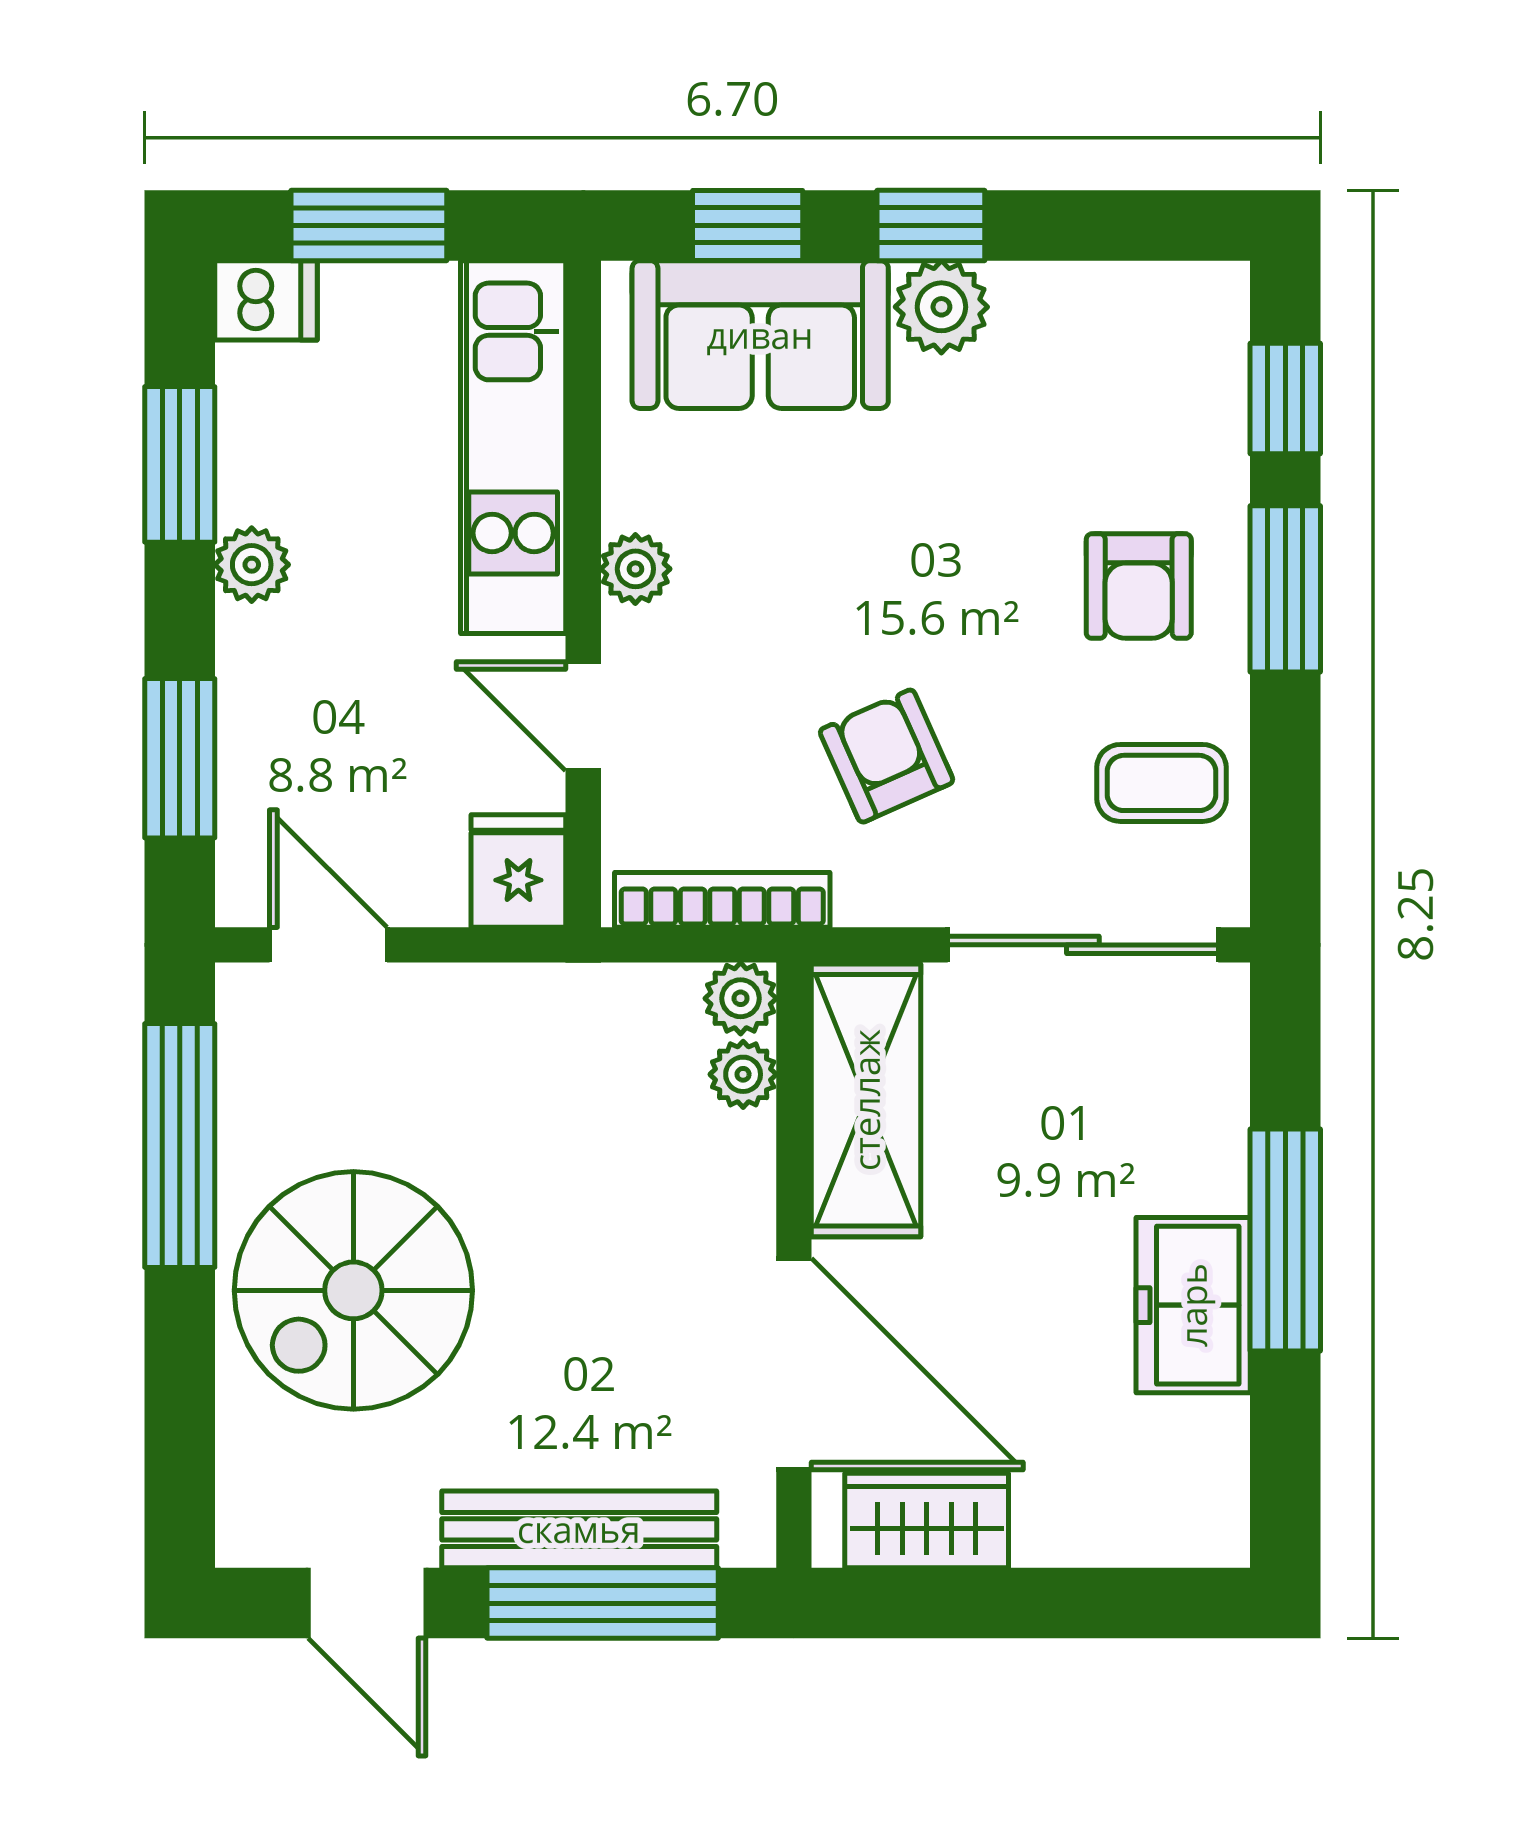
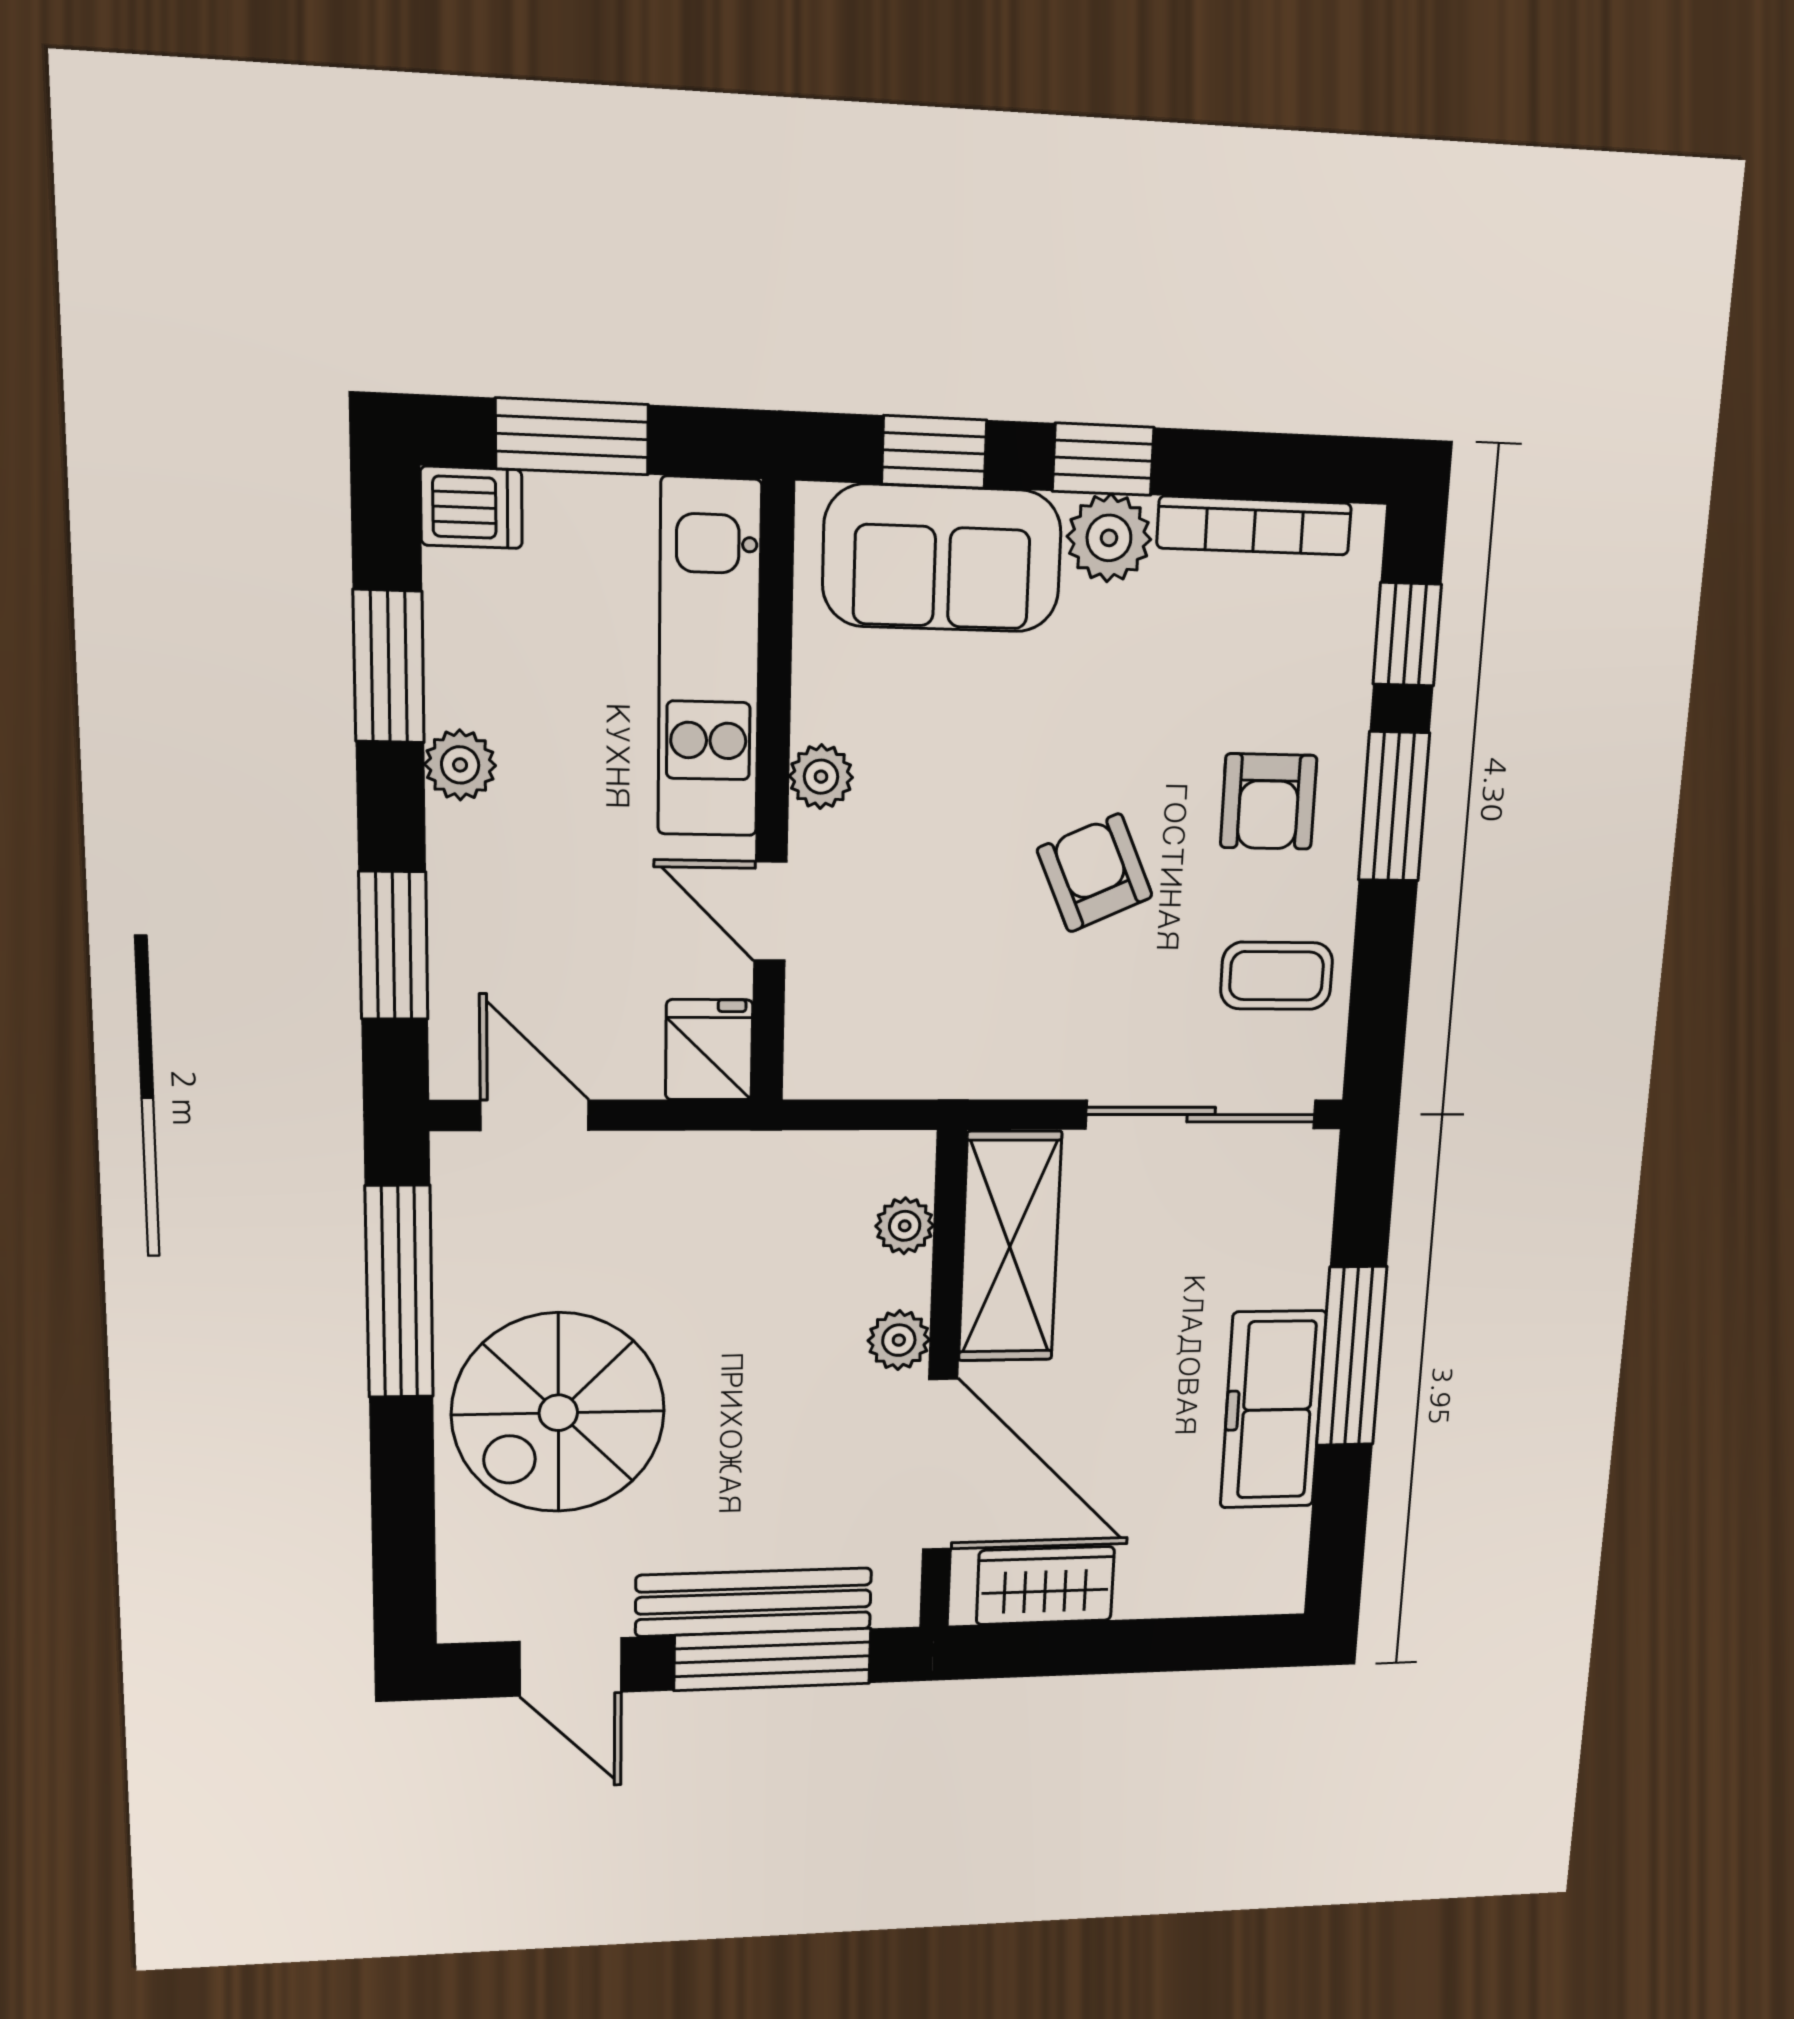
armchair: (887, 756) -> (1095, 873), moved
bookcase: (722, 900) -> (1254, 526), moved, turned 180
plant: (741, 998) -> (899, 1340), moved
freezer: (1193, 1305) -> (1273, 1410), width x1.40

